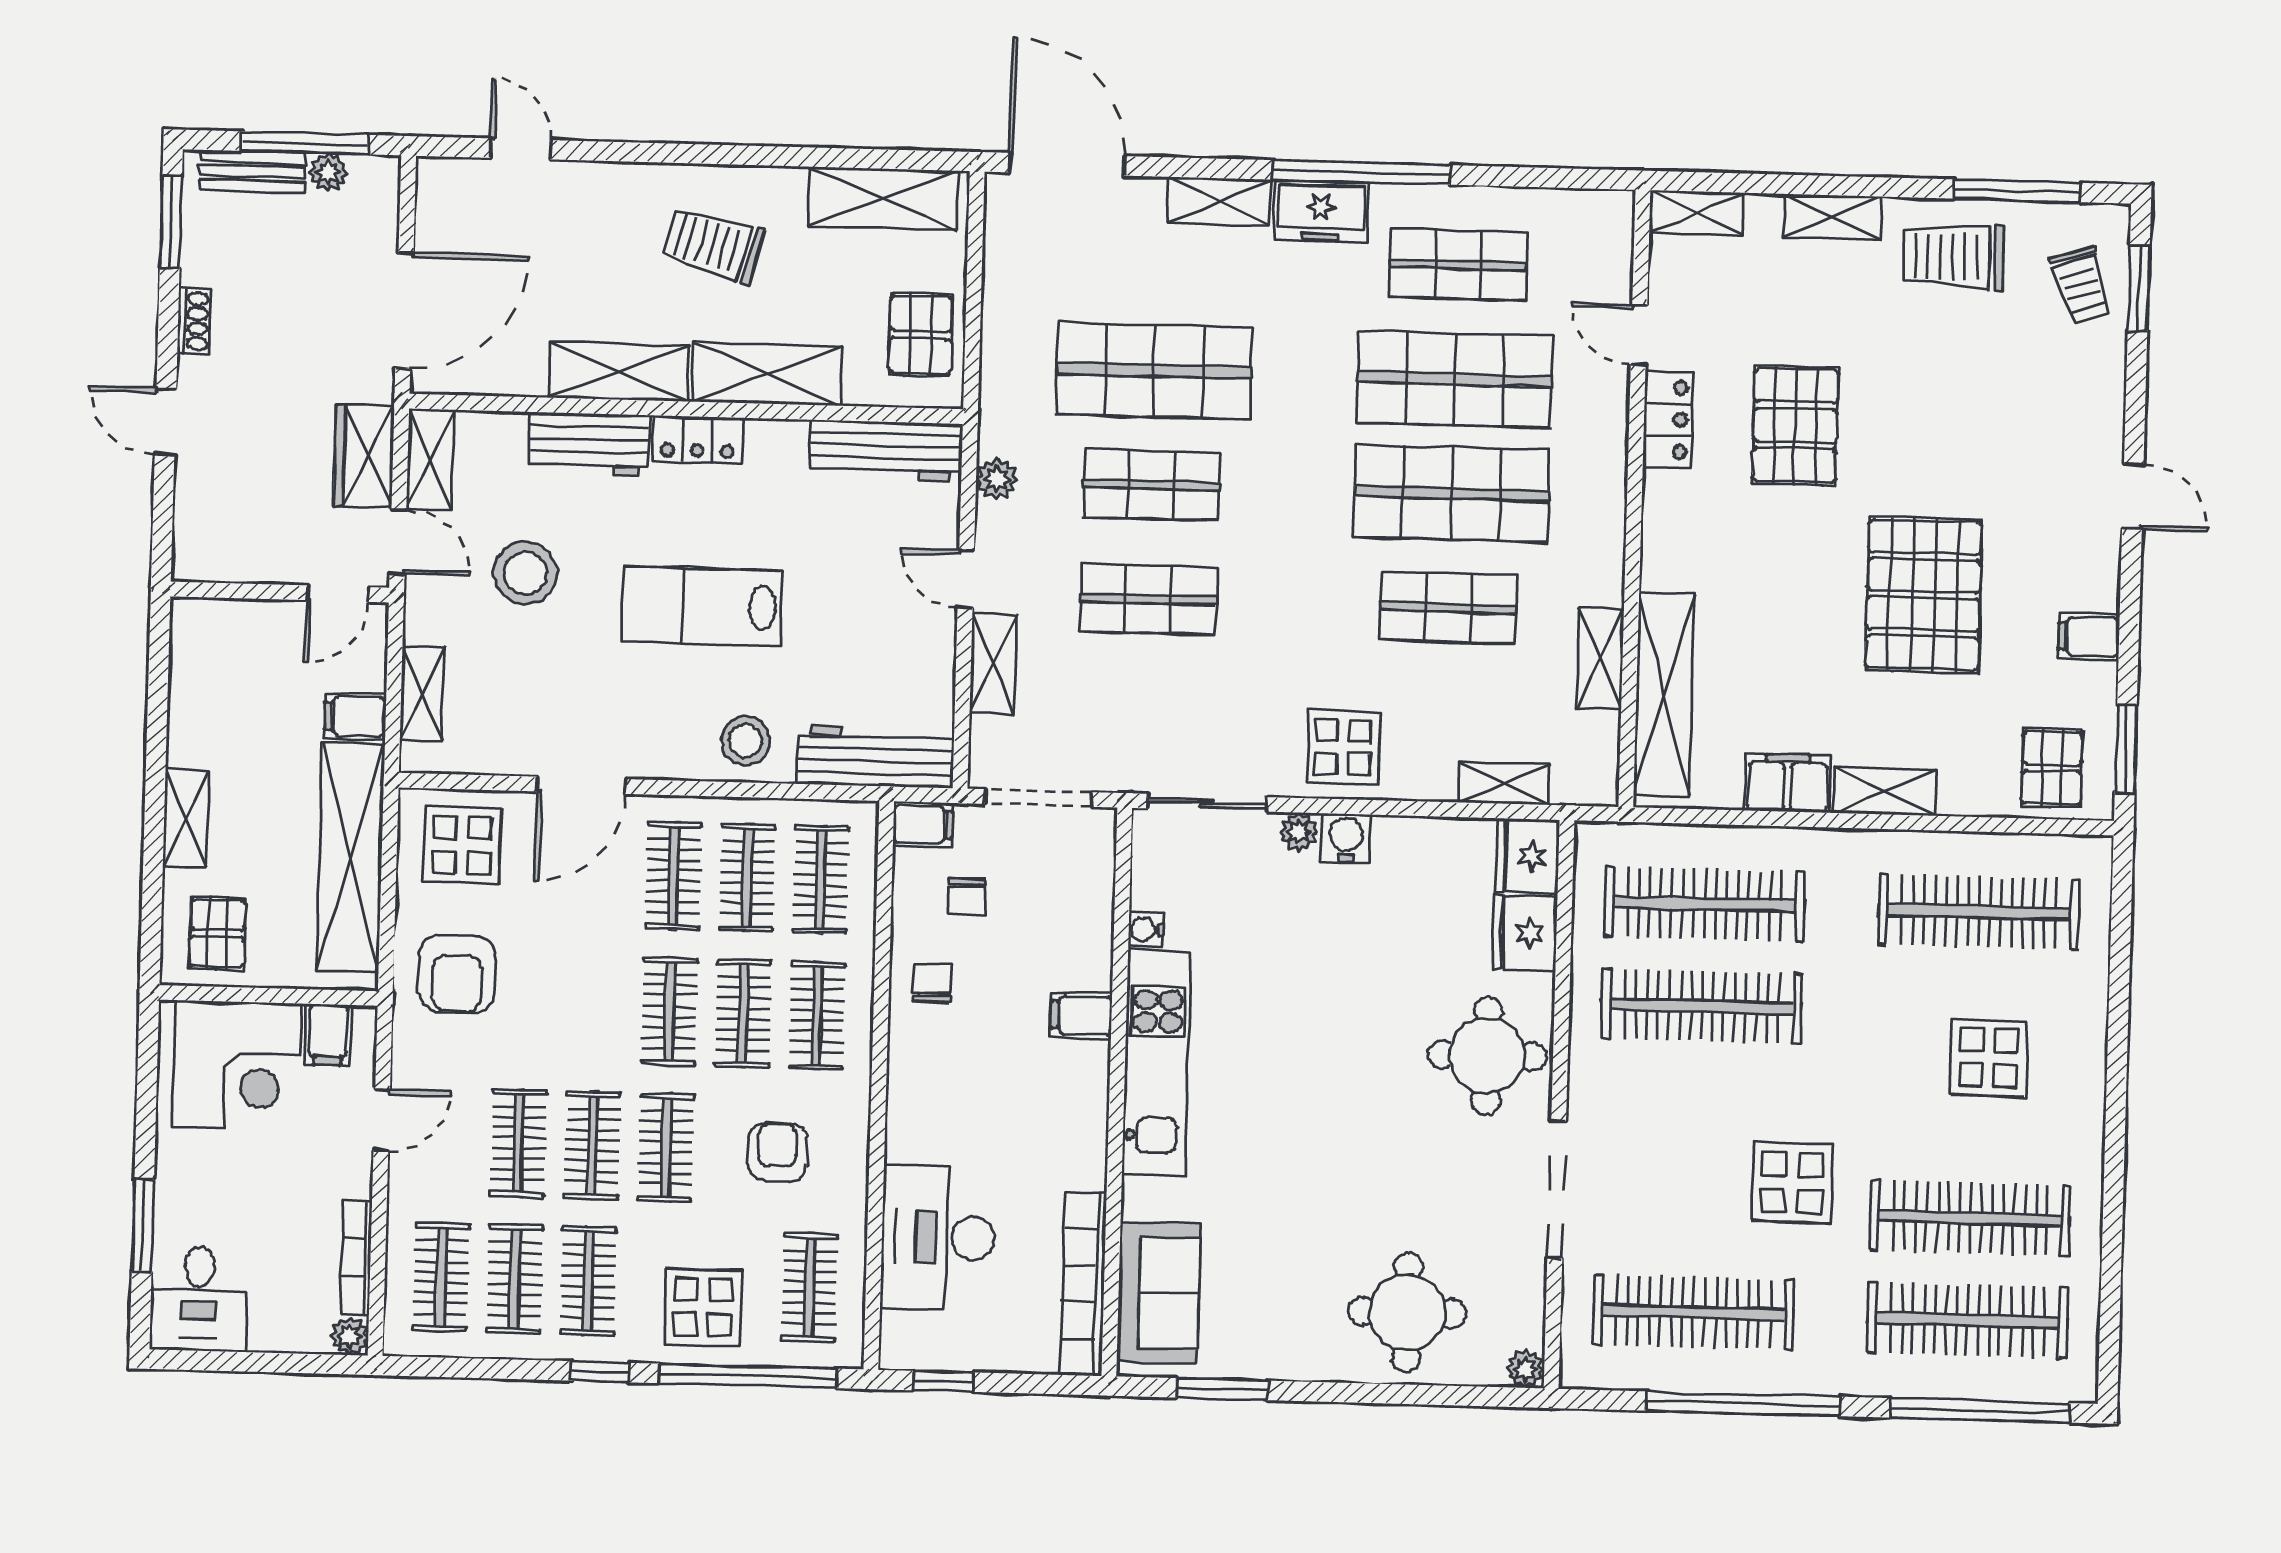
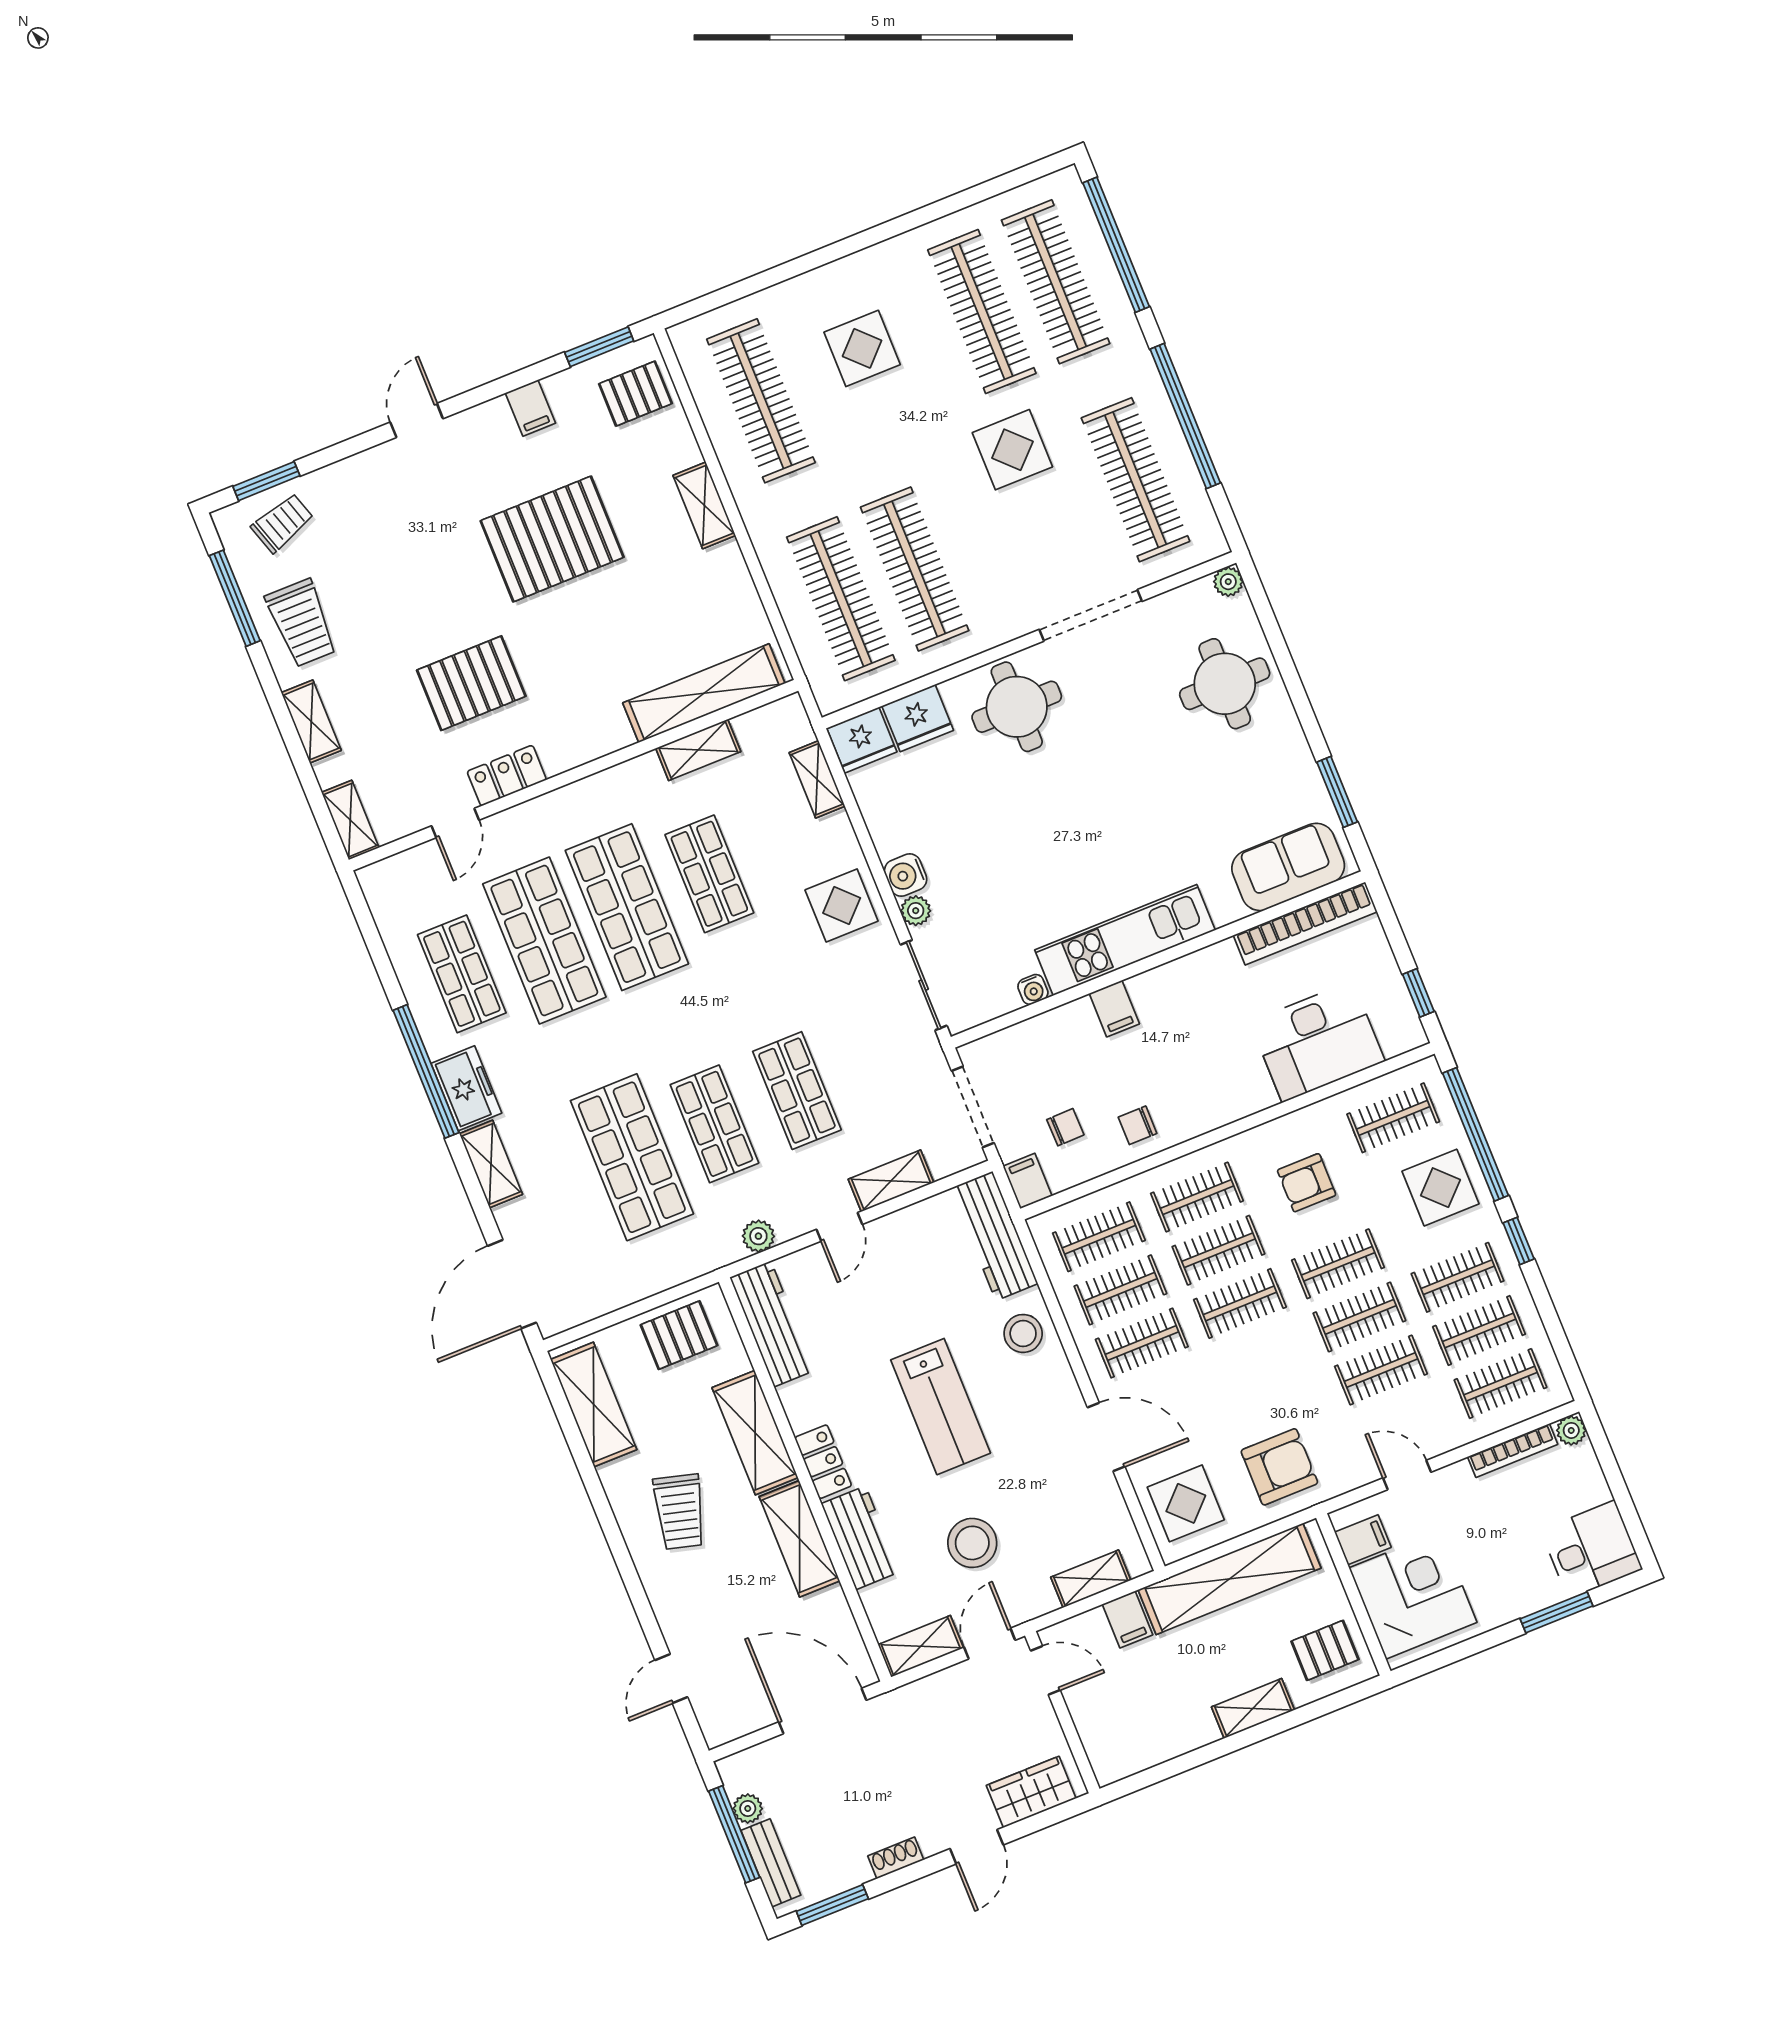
wardrobe: (364, 456) -> (1031, 1792), moved, turned 180
filing cabinet: (1788, 783) -> (729, 577), removed

